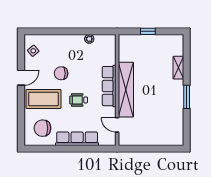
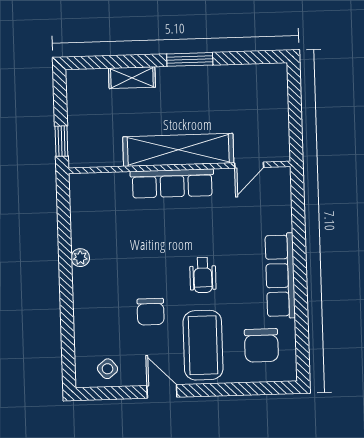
row of seats: (109, 86) -> (172, 183), moved
wall: (117, 90) -> (180, 167), moved
shelving: (126, 90) -> (178, 150), moved
door: (117, 125) -> (249, 165), moved

